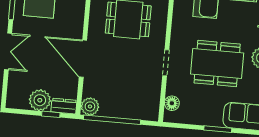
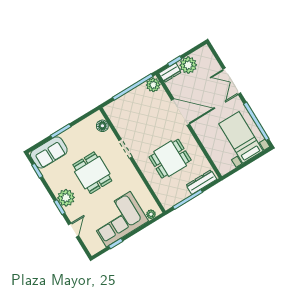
dining table: (217, 63) -> (92, 173), width x0.73

